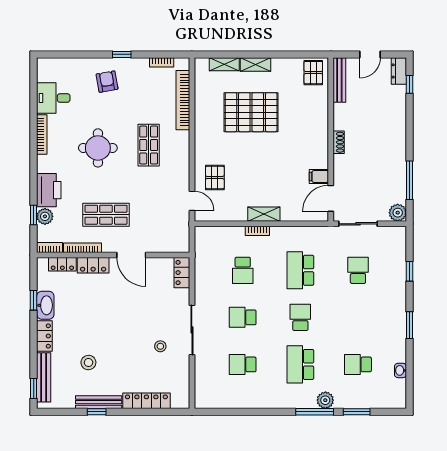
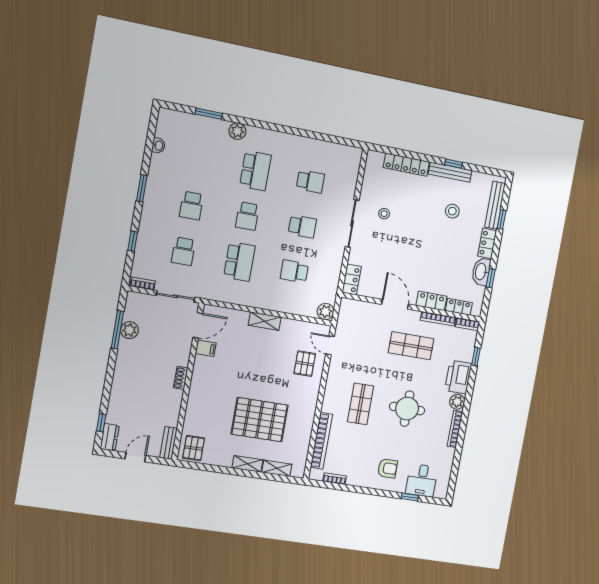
window: (122, 54) -> (410, 497), moved
bench: (339, 80) -> (169, 443), width x0.73
armchair: (107, 82) -> (388, 468), turned -80
desk: (53, 98) -> (422, 480), moved, turned 90
plant: (398, 213) -> (129, 330), moved
plant: (45, 216) -> (457, 402), moved
bookcase: (257, 231) -> (143, 284), moved
plant: (203, 235) -> (326, 312), added
school desk: (243, 270) -> (294, 271), turned -90
school desk: (358, 364) -> (191, 206), moved, turned 90
window: (34, 389) -> (502, 220), moved
window: (315, 412) -> (250, 122), removed

